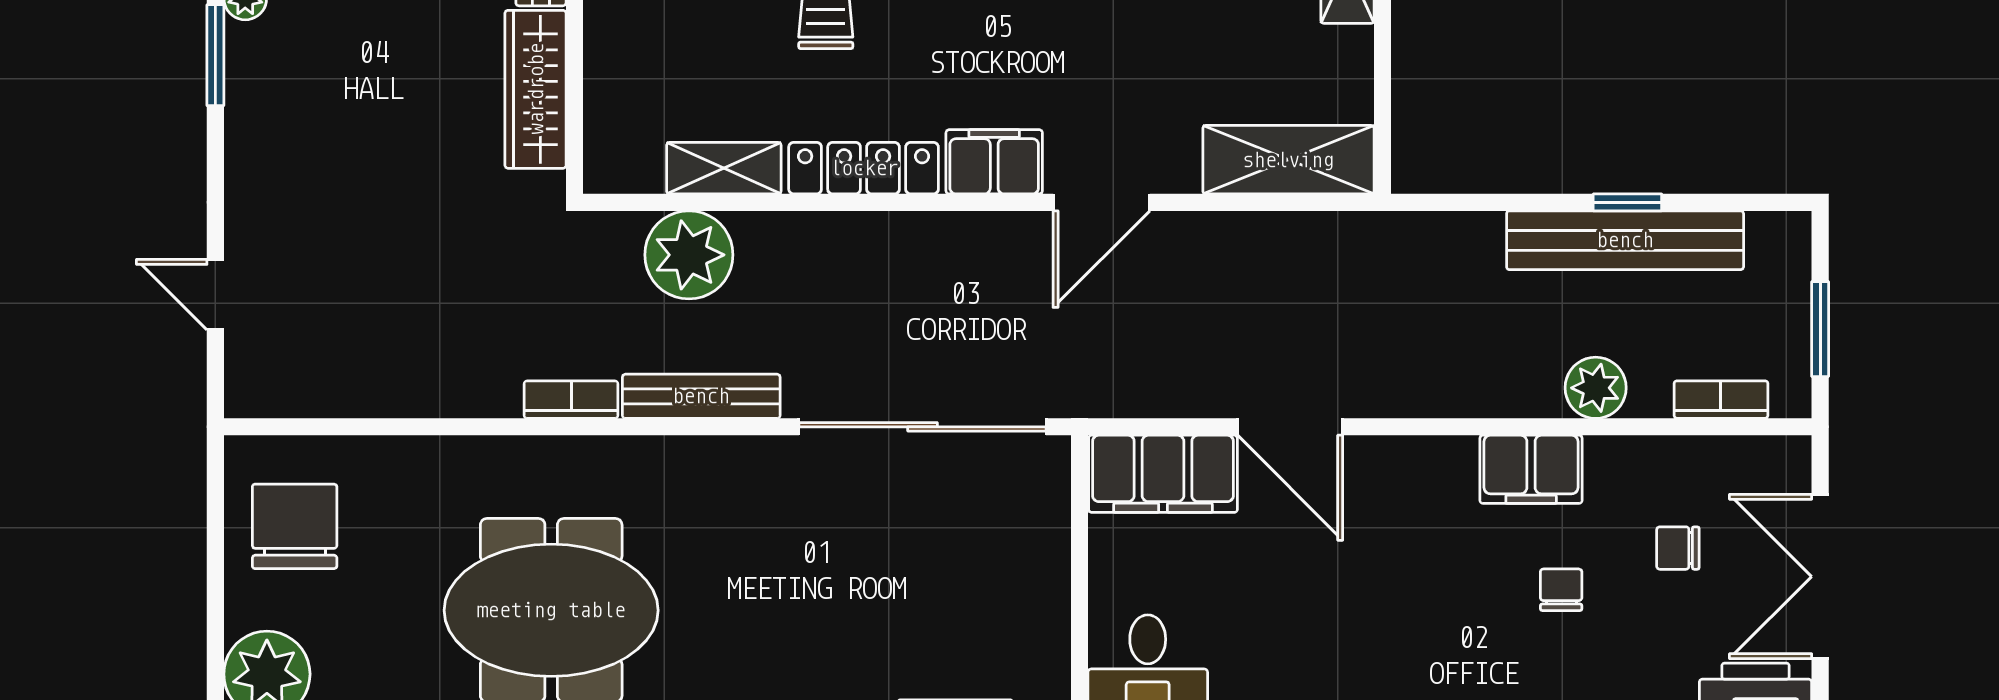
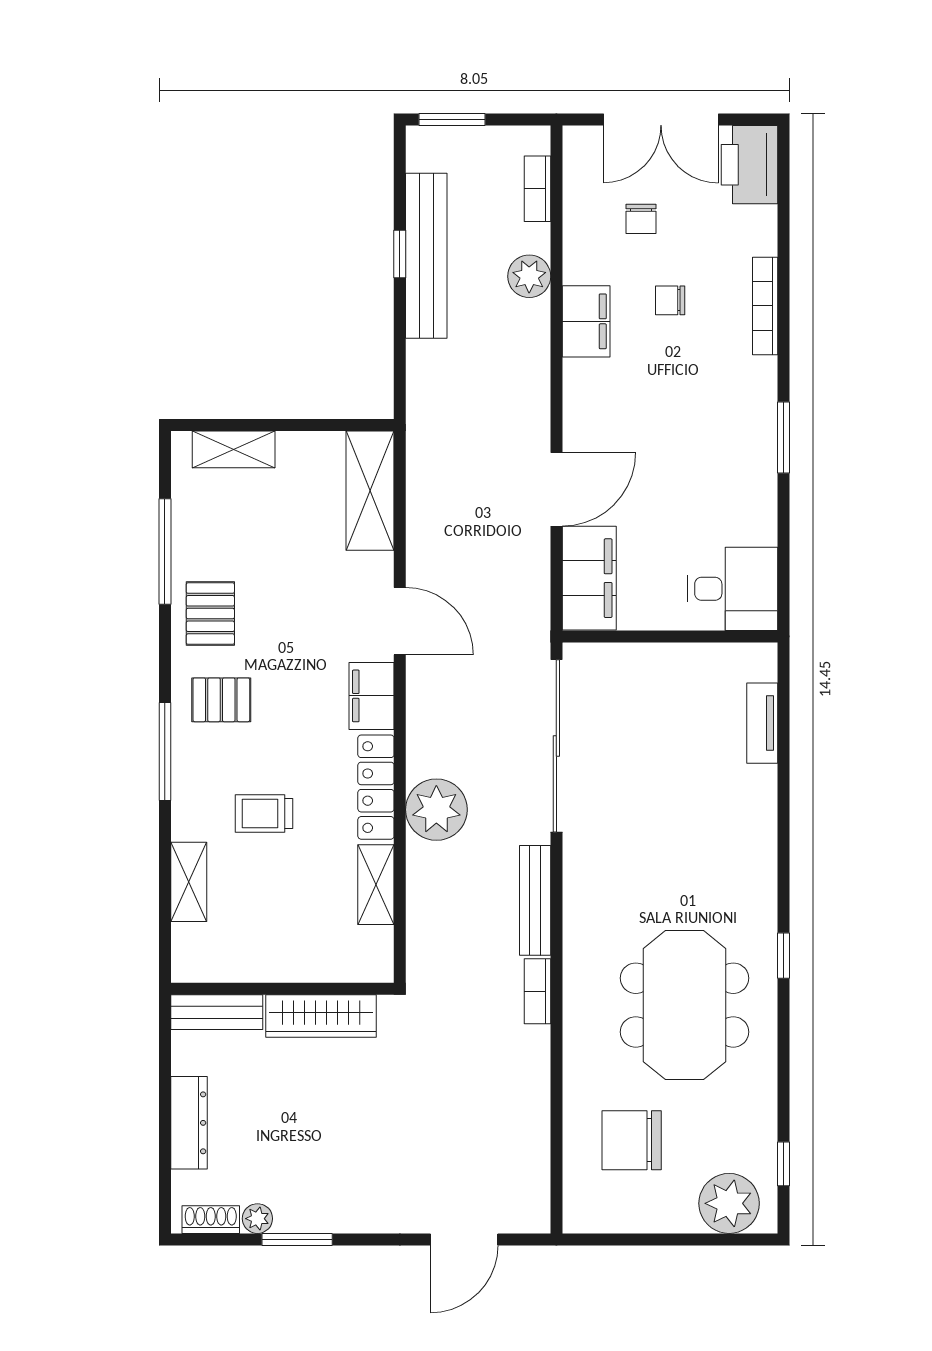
plant: (689, 255) -> (436, 810), moved
door: (215, 295) -> (464, 1239), width x1.37
window: (1820, 329) -> (452, 120), moved
chair: (295, 526) -> (632, 1140), moved

